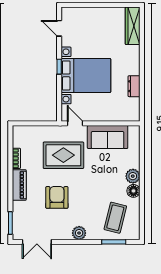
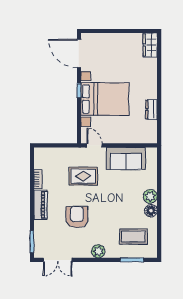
wardrobe: (133, 26) -> (150, 45), width x0.67
door: (59, 28) -> (79, 53), width x1.87
rug: (63, 155) -> (83, 176), width x0.73, depth x0.70
coffee table: (115, 218) -> (133, 236), turned 76

